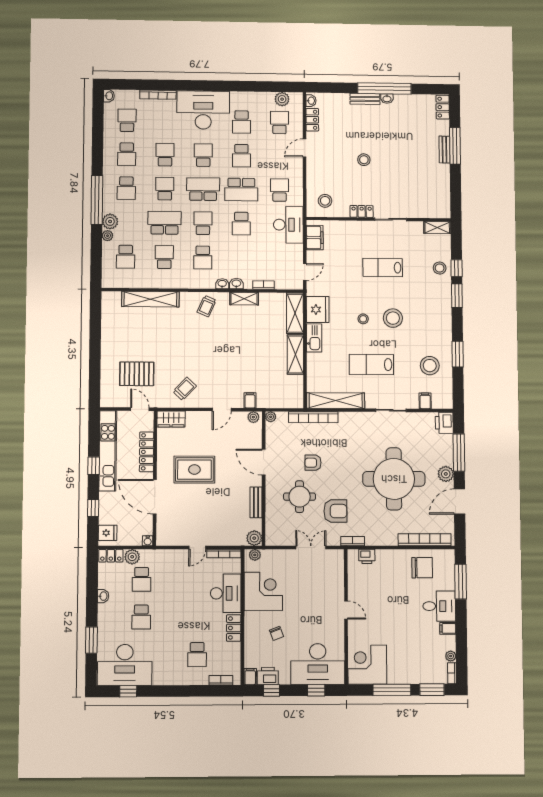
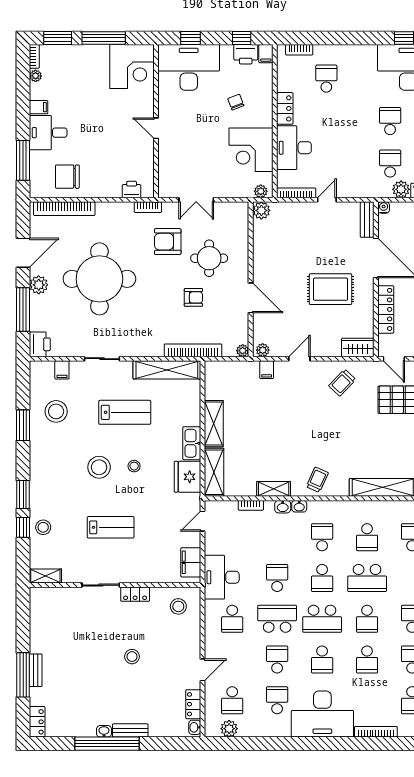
bench: (256, 502) -> (367, 220), moved

